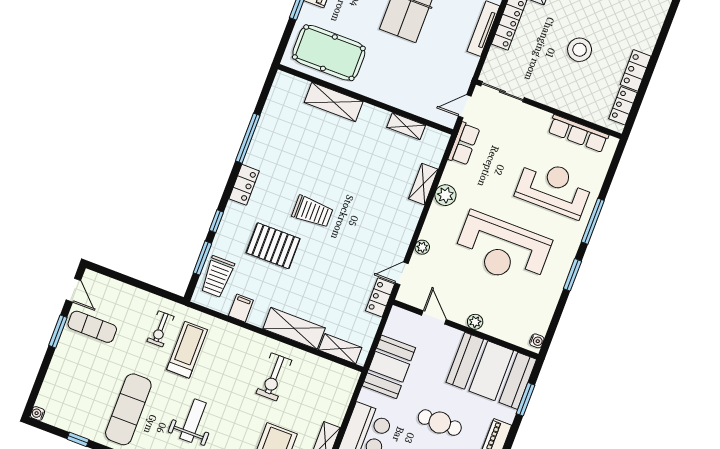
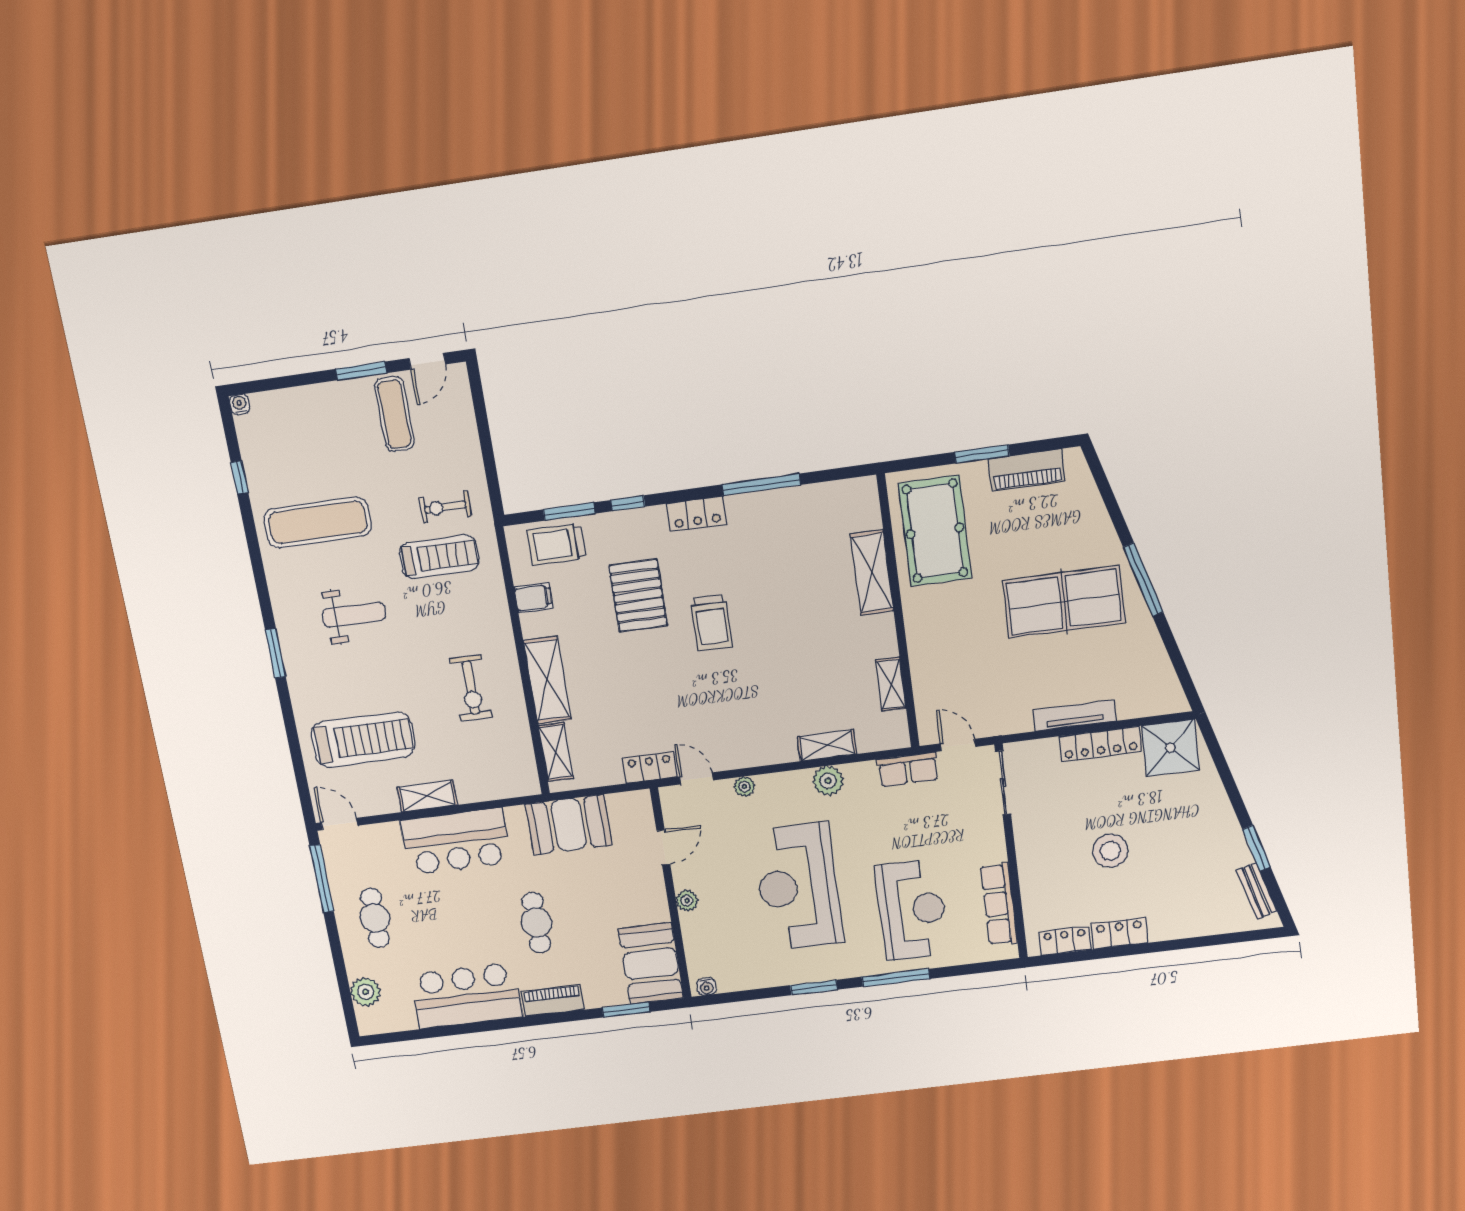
booth: (491, 371) -> (651, 964), width x0.73, depth x0.70
exercise bike: (274, 377) -> (471, 688), turned -90

